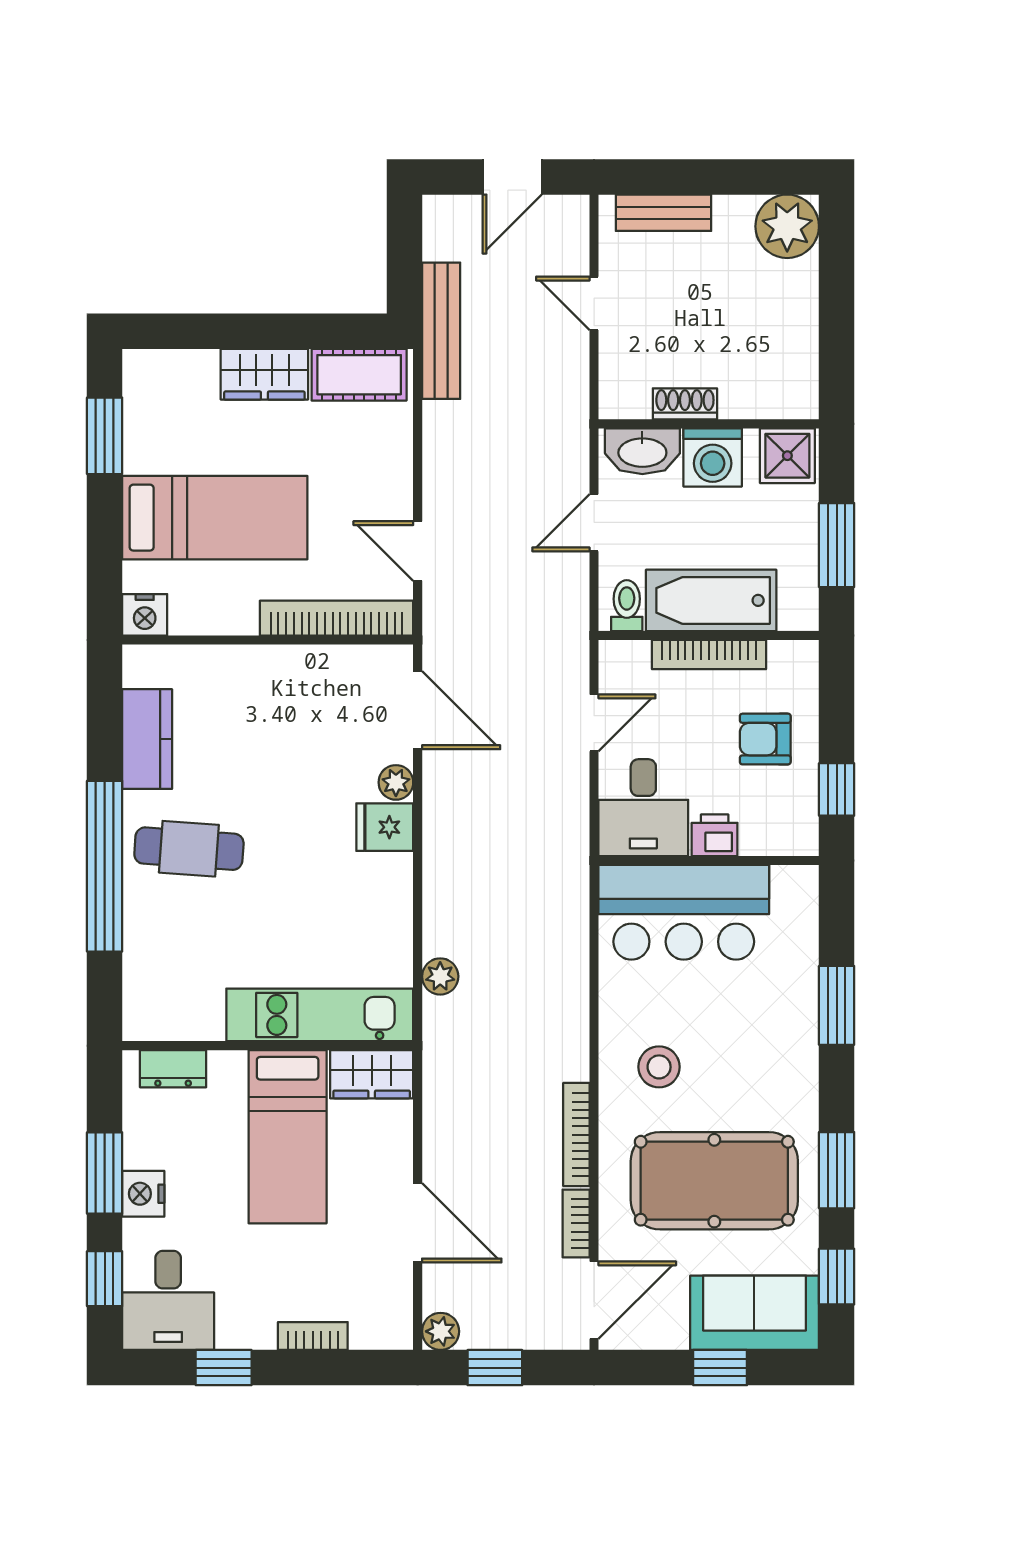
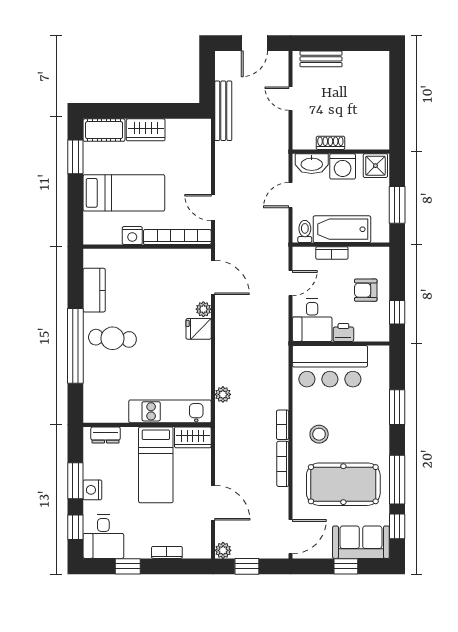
plant: (787, 226) -> (375, 65), removed
cot: (359, 375) -> (104, 130), moved
nightstand: (145, 615) -> (132, 236), moved
bookcase: (709, 655) -> (332, 253), width x0.64
window: (837, 1170) -> (397, 480), width x1.44
bookcase: (576, 1223) -> (283, 425), moved

